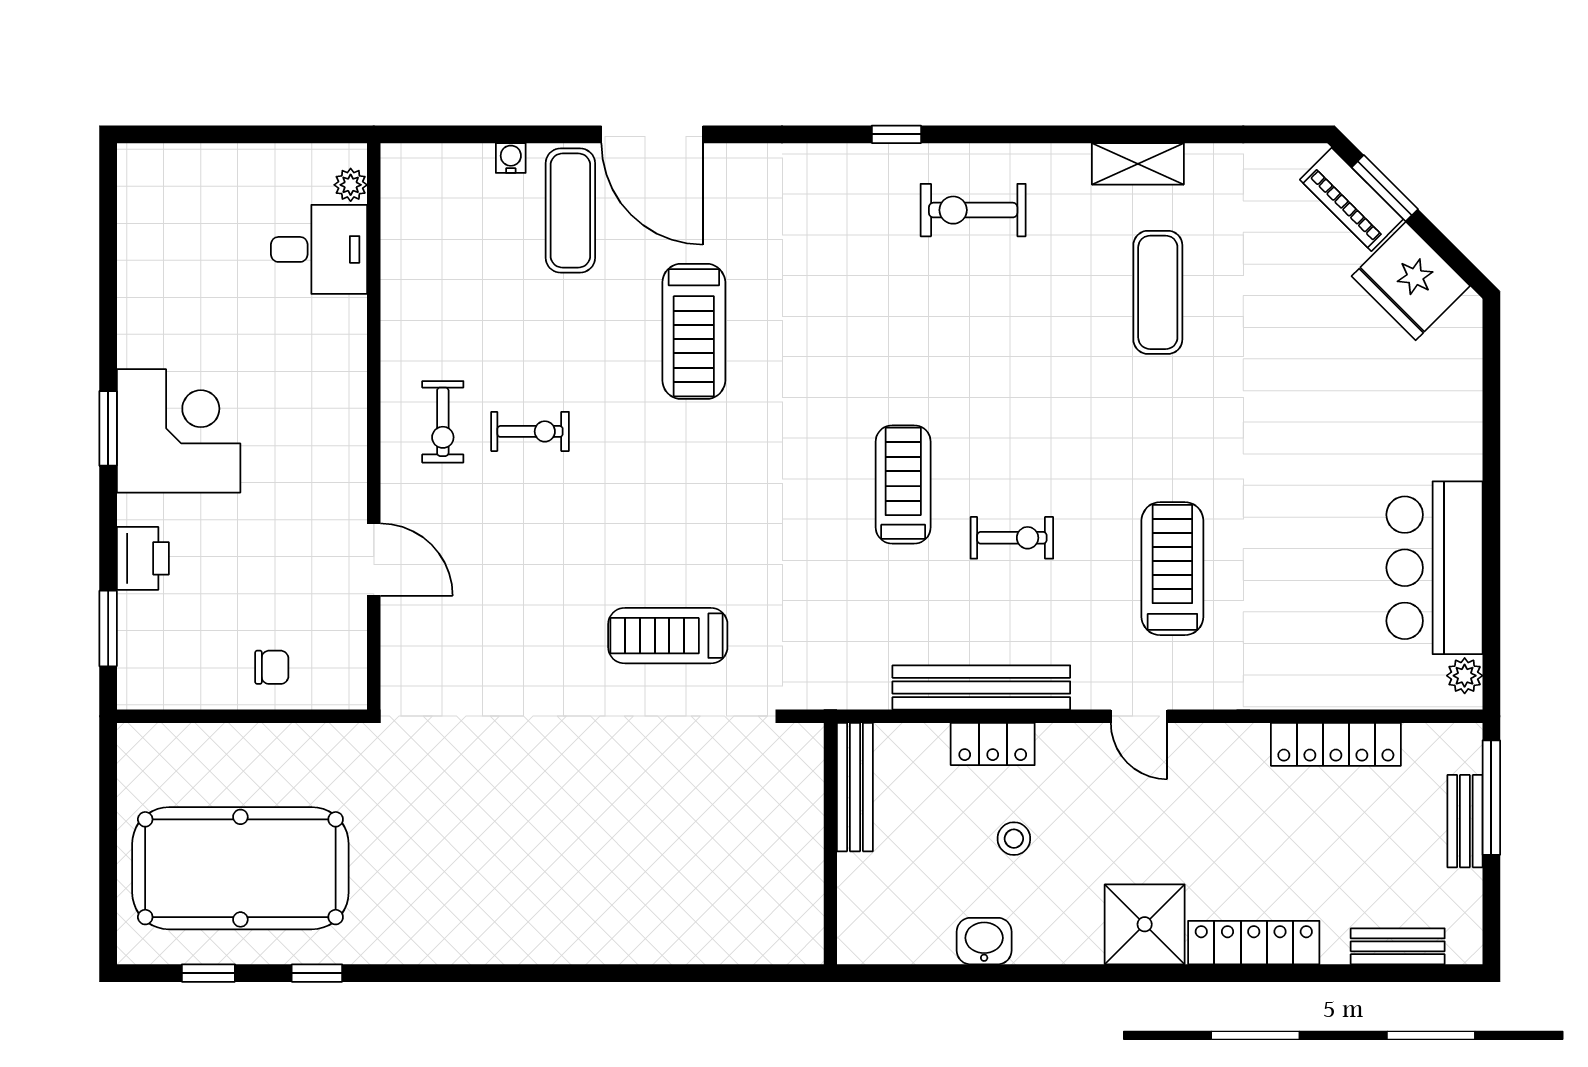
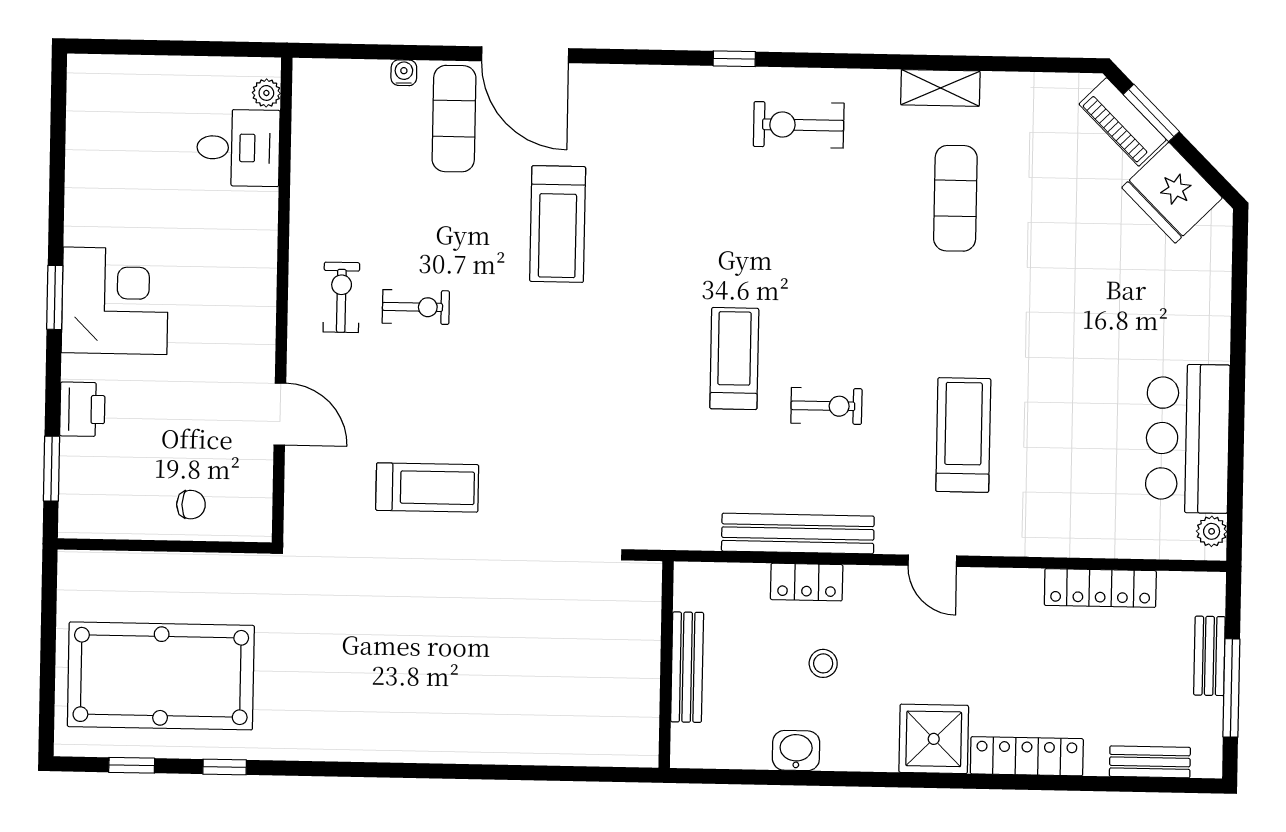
exercise bike: (443, 422) -> (341, 297), turned 180
treadmill: (668, 636) -> (427, 487), moved, turned 180
bench: (855, 787) -> (687, 667), moved
window: (1491, 798) -> (1231, 688), moved

